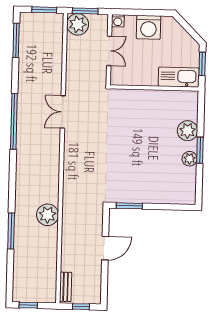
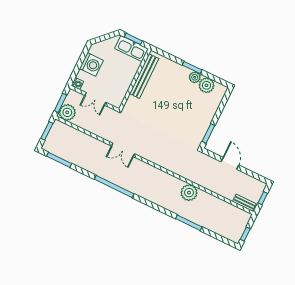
double door: (109, 51) -> (95, 99), swing flipped
kitchen sink: (179, 77) -> (132, 49), moved, turned -90
bench: (163, 97) -> (144, 76), added
plant: (188, 131) -> (206, 85), moved

